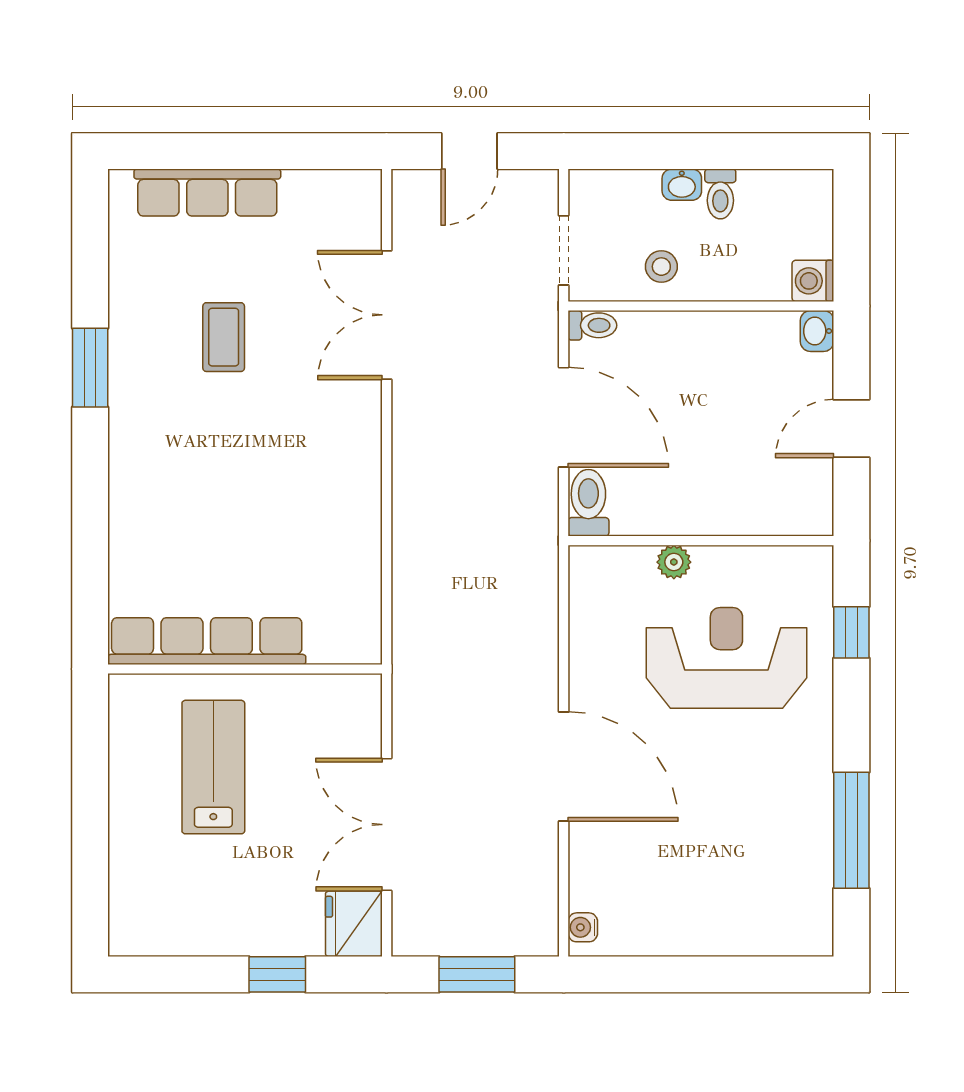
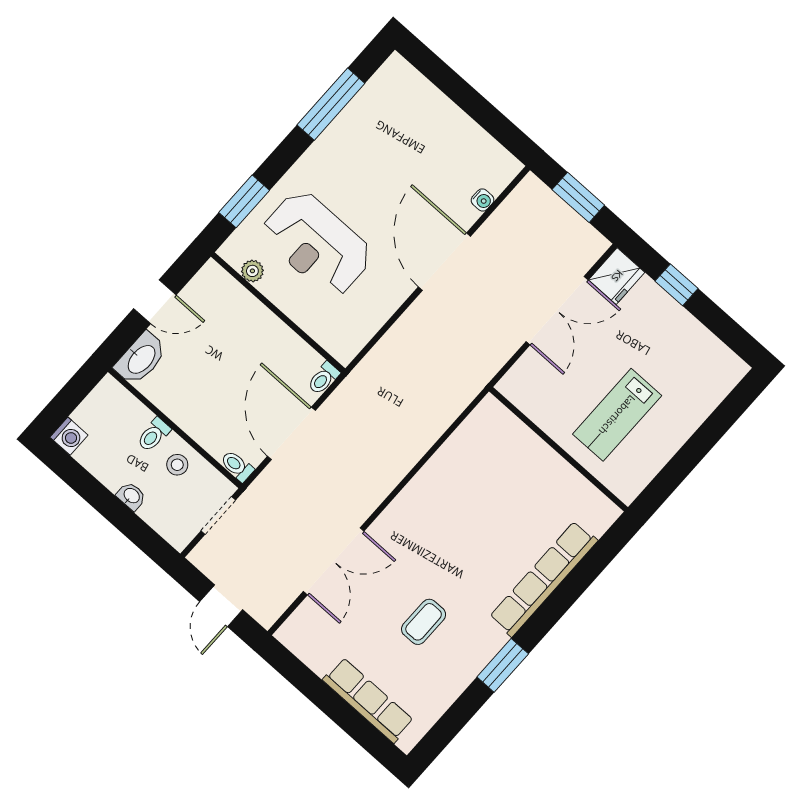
door: (469, 151) -> (221, 606), swing flipped
toilet: (720, 194) -> (154, 435), moved, turned 180
washing machine: (813, 281) -> (69, 436), moved
washbasin: (817, 331) -> (141, 359), width x1.91, depth x1.45
toilet: (588, 503) -> (323, 378), width x0.73, depth x0.72
plant: (674, 562) -> (252, 271), moved
window: (851, 632) -> (244, 201), width x1.50
row of seats: (207, 641) -> (543, 579), moved, turned 90
water cooler: (583, 927) -> (483, 200), moved

